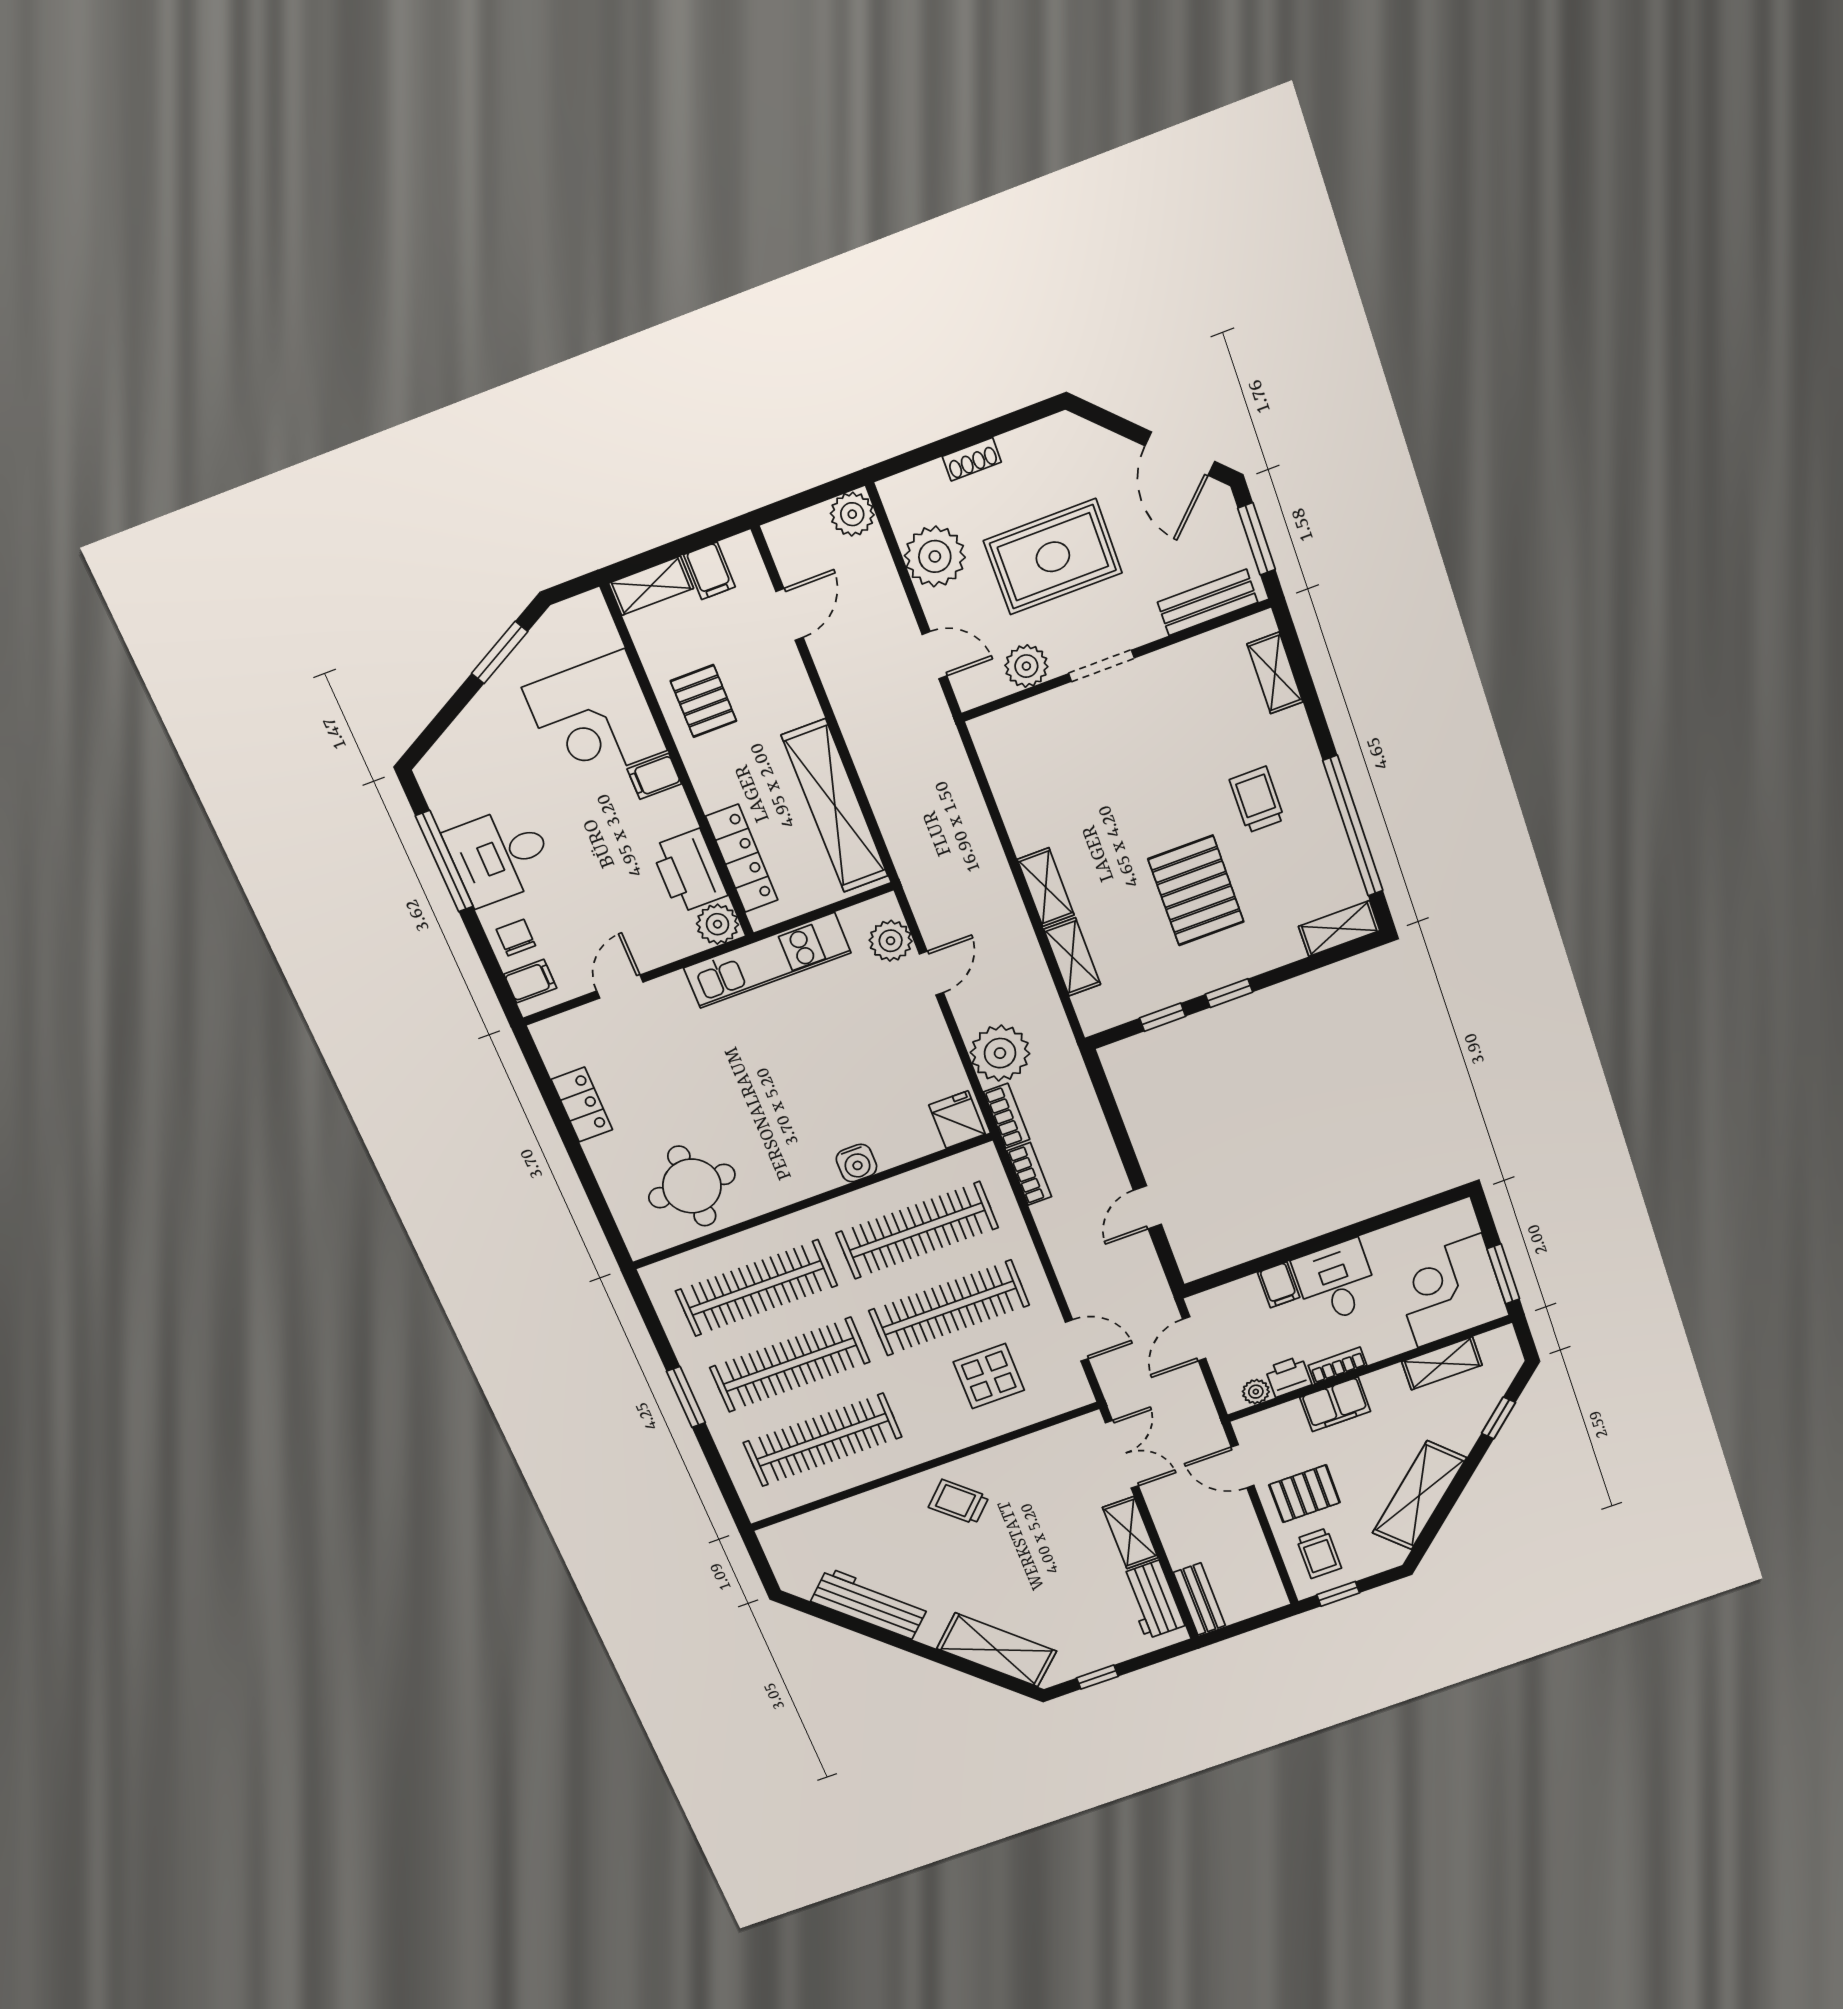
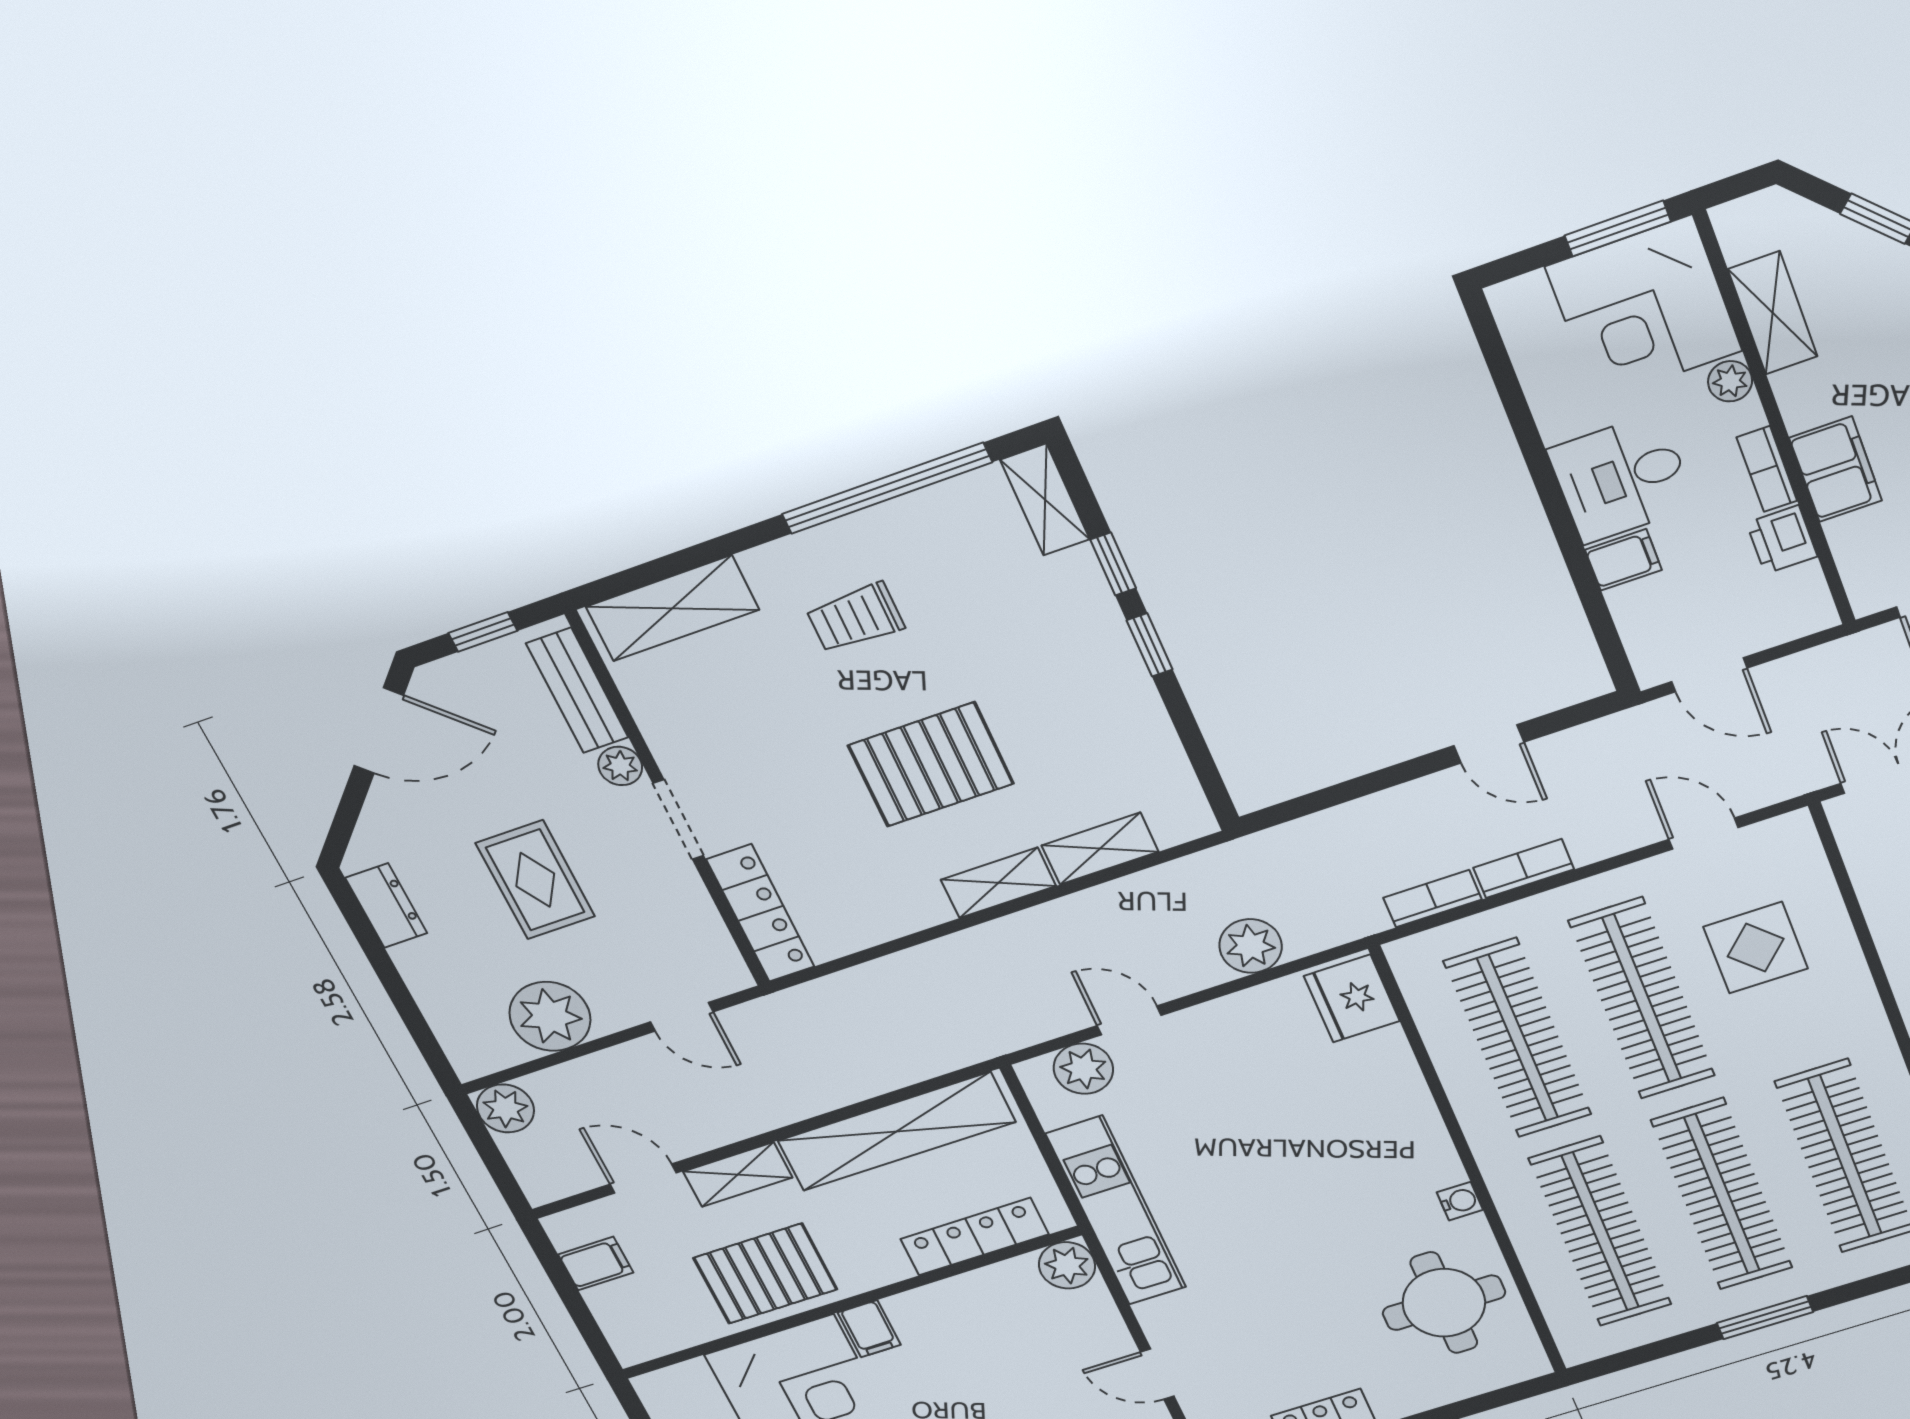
dresser: (1032, 442) -> (386, 906), added
shoe rack: (972, 459) -> (418, 975), removed
window: (1257, 539) -> (483, 632), width x0.67
rug: (1053, 557) -> (535, 880), width x0.73, depth x0.70
shelving: (651, 586) -> (738, 1175), moved, turned 90
door: (934, 655) -> (682, 1017), swing flipped
plant: (1026, 666) -> (620, 766), moved, width x0.73, depth x0.73
shelving: (1275, 673) -> (672, 608), width x1.50, depth x1.33
pallet: (704, 701) -> (765, 1274), width x1.50, depth x1.42
locker: (1023, 719) -> (760, 913), added
printer: (689, 871) -> (995, 1295), removed
pallet: (1196, 890) -> (931, 765), moved
window: (1162, 1017) -> (1113, 564), moved
plant: (1000, 1053) -> (1251, 946), width x0.73, depth x0.73
bookcase: (1007, 1116) -> (1524, 869), moved
fridge: (957, 1120) -> (1352, 999), width x1.38
water cooler: (856, 1163) -> (1460, 1201), moved, width x0.72, depth x0.72
door: (1077, 1340) -> (1704, 834), hinge flipped
plant: (1256, 1392) -> (1730, 381), moved

